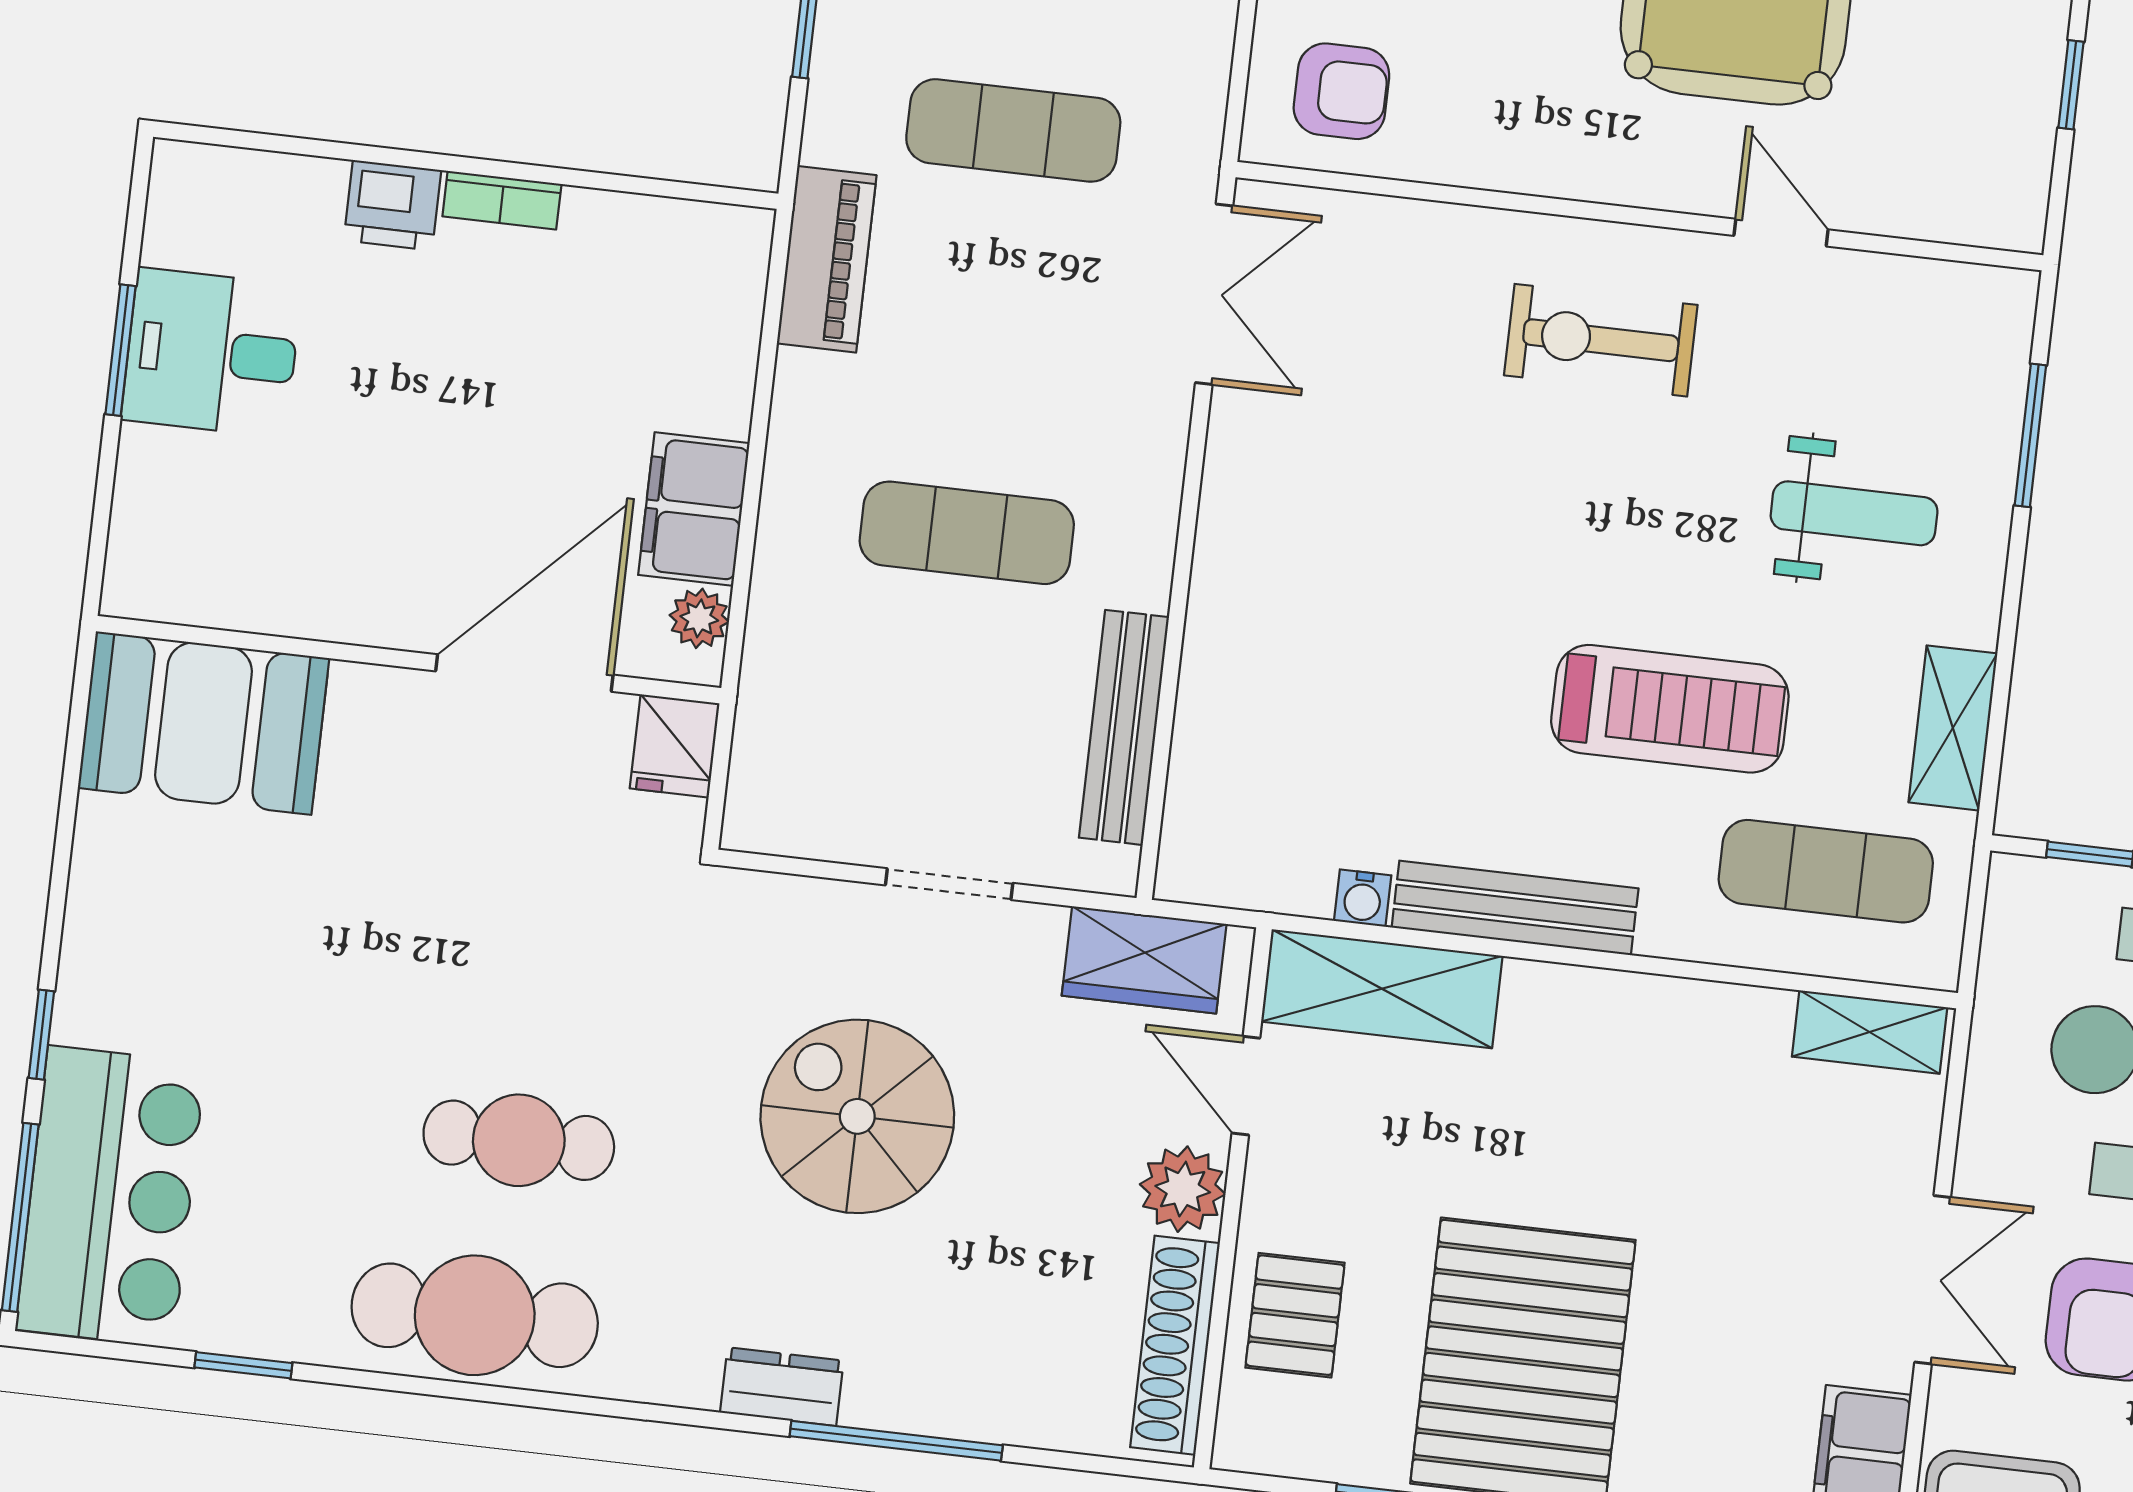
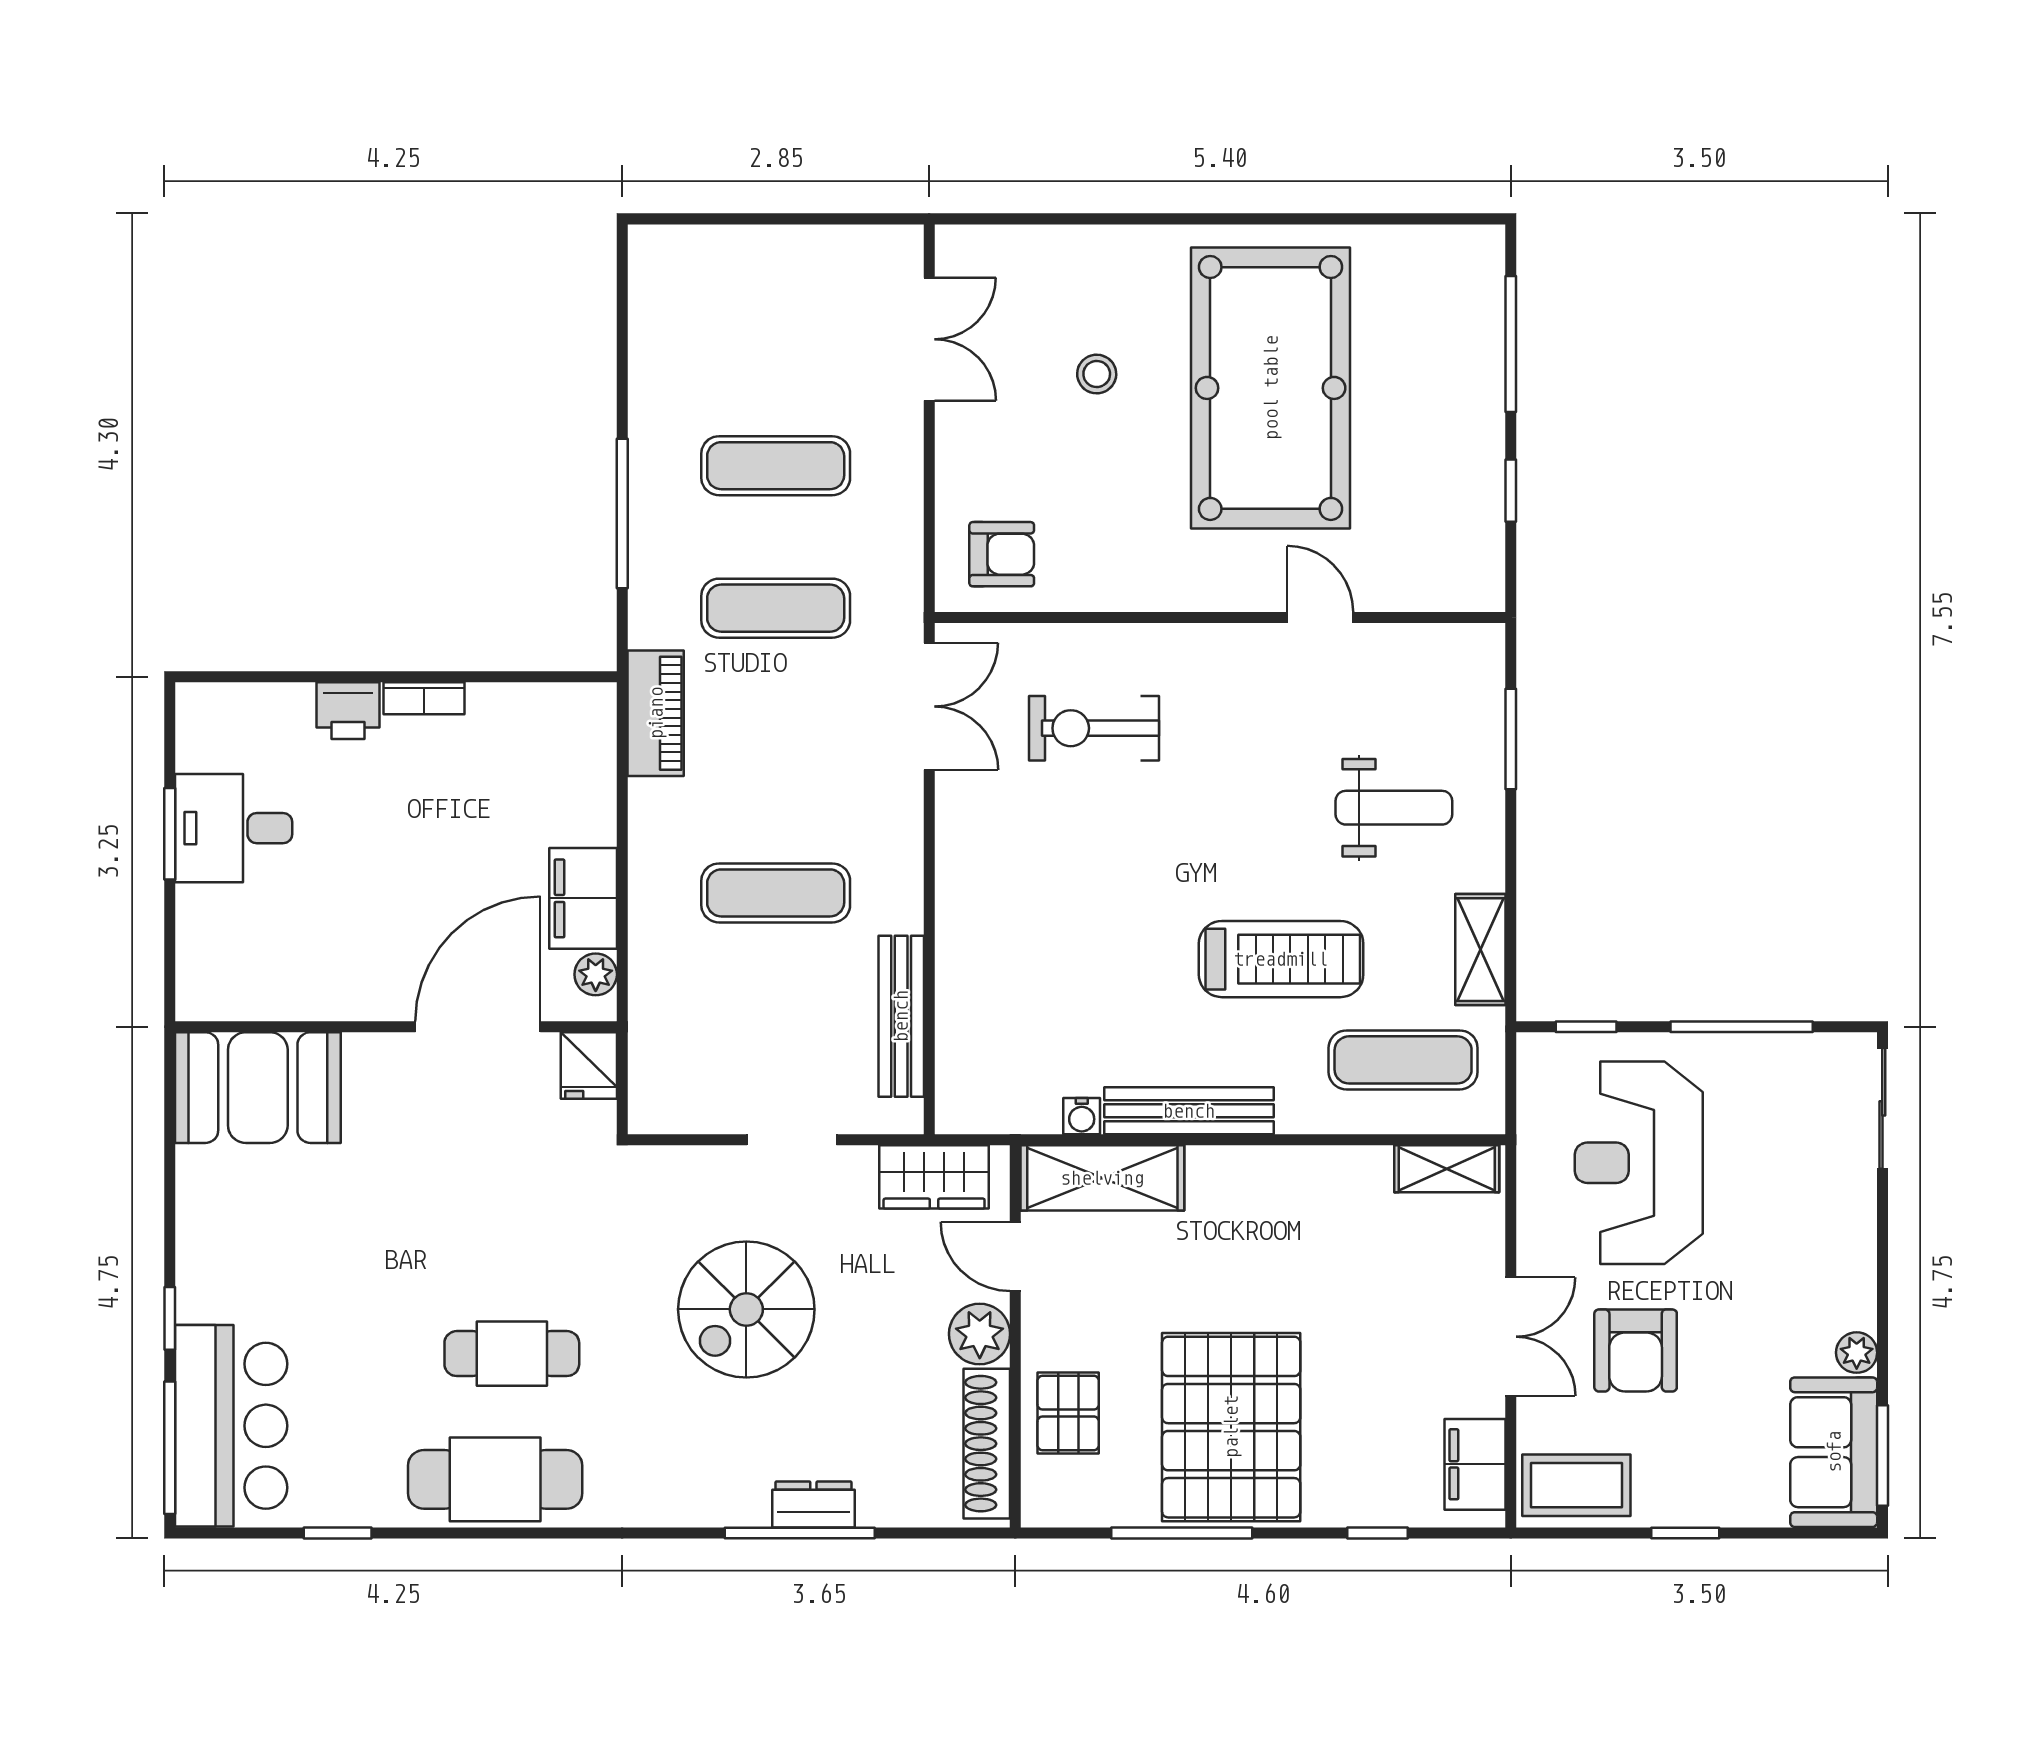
exercise bike: (1601, 340) -> (1094, 728), moved
spiral stairs: (857, 1116) -> (746, 1309), turned -90
dresser: (782, 1387) -> (813, 1504), moved

